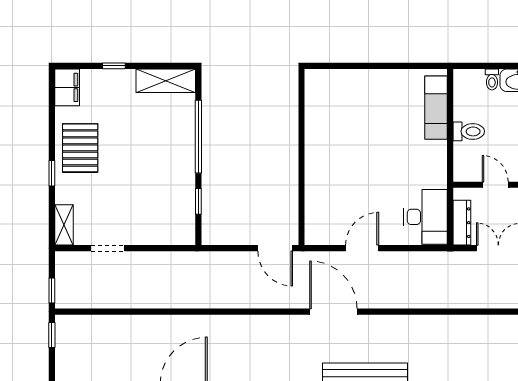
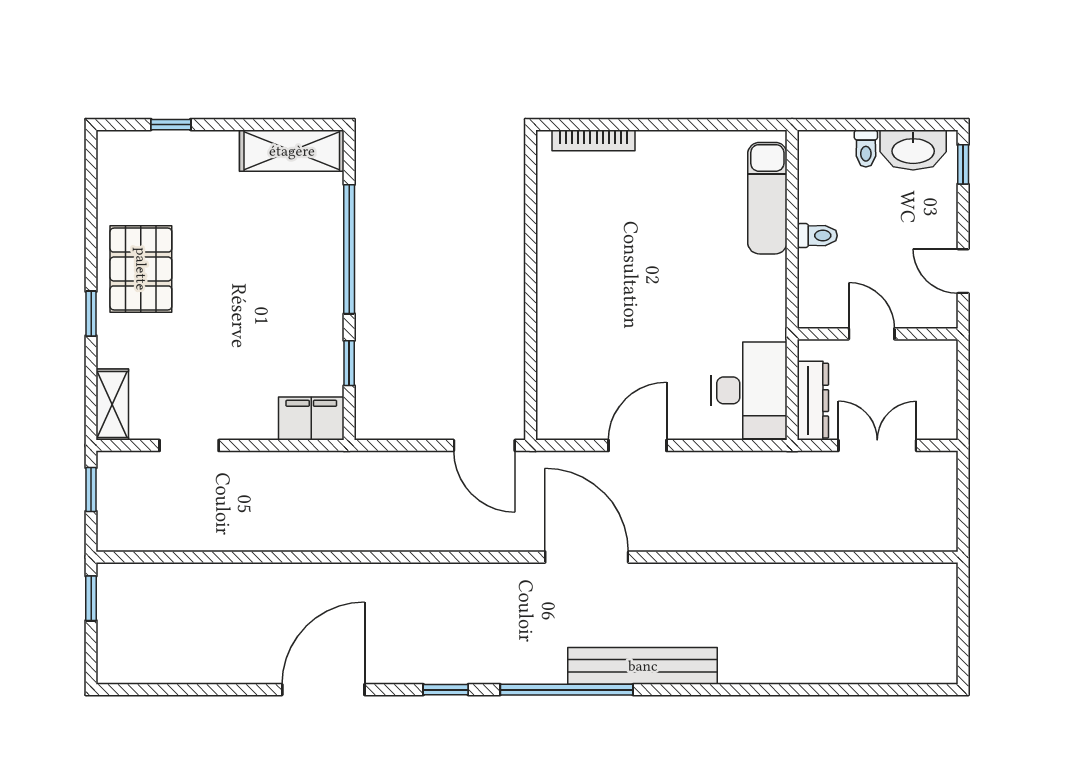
window: (114, 66) -> (171, 125), moved
bookcase: (337, 75) -> (593, 140), added
filing cabinet: (67, 87) -> (311, 418), moved, turned -90
toilet: (469, 131) -> (817, 236), width x0.73, depth x0.72
window: (52, 290) -> (91, 490), moved

